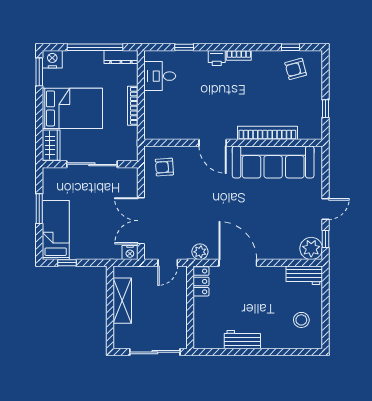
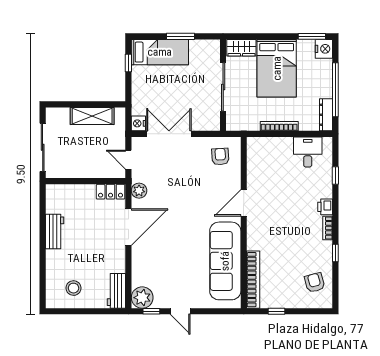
window: (291, 47) -> (335, 253), moved
bookcase: (267, 133) -> (253, 280), moved

